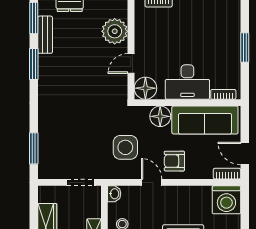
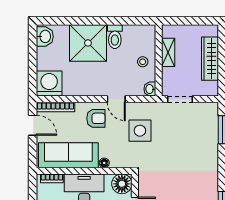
floor lamp: (160, 116) -> (104, 163), width x0.53, depth x0.53
bookcase: (227, 174) -> (56, 107), width x1.56

